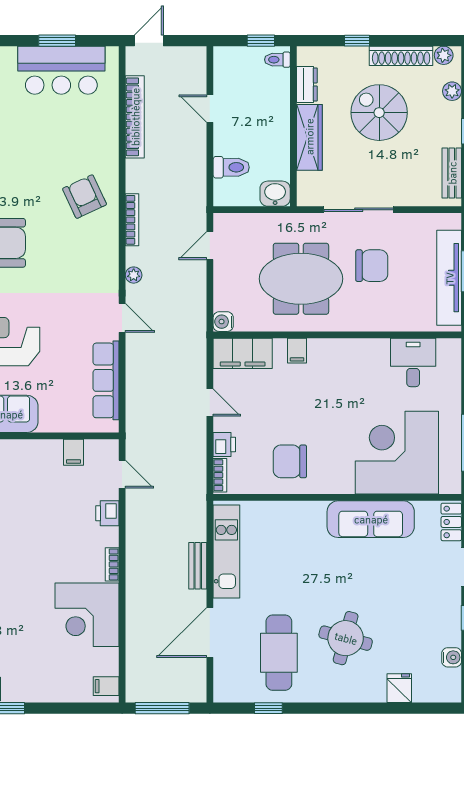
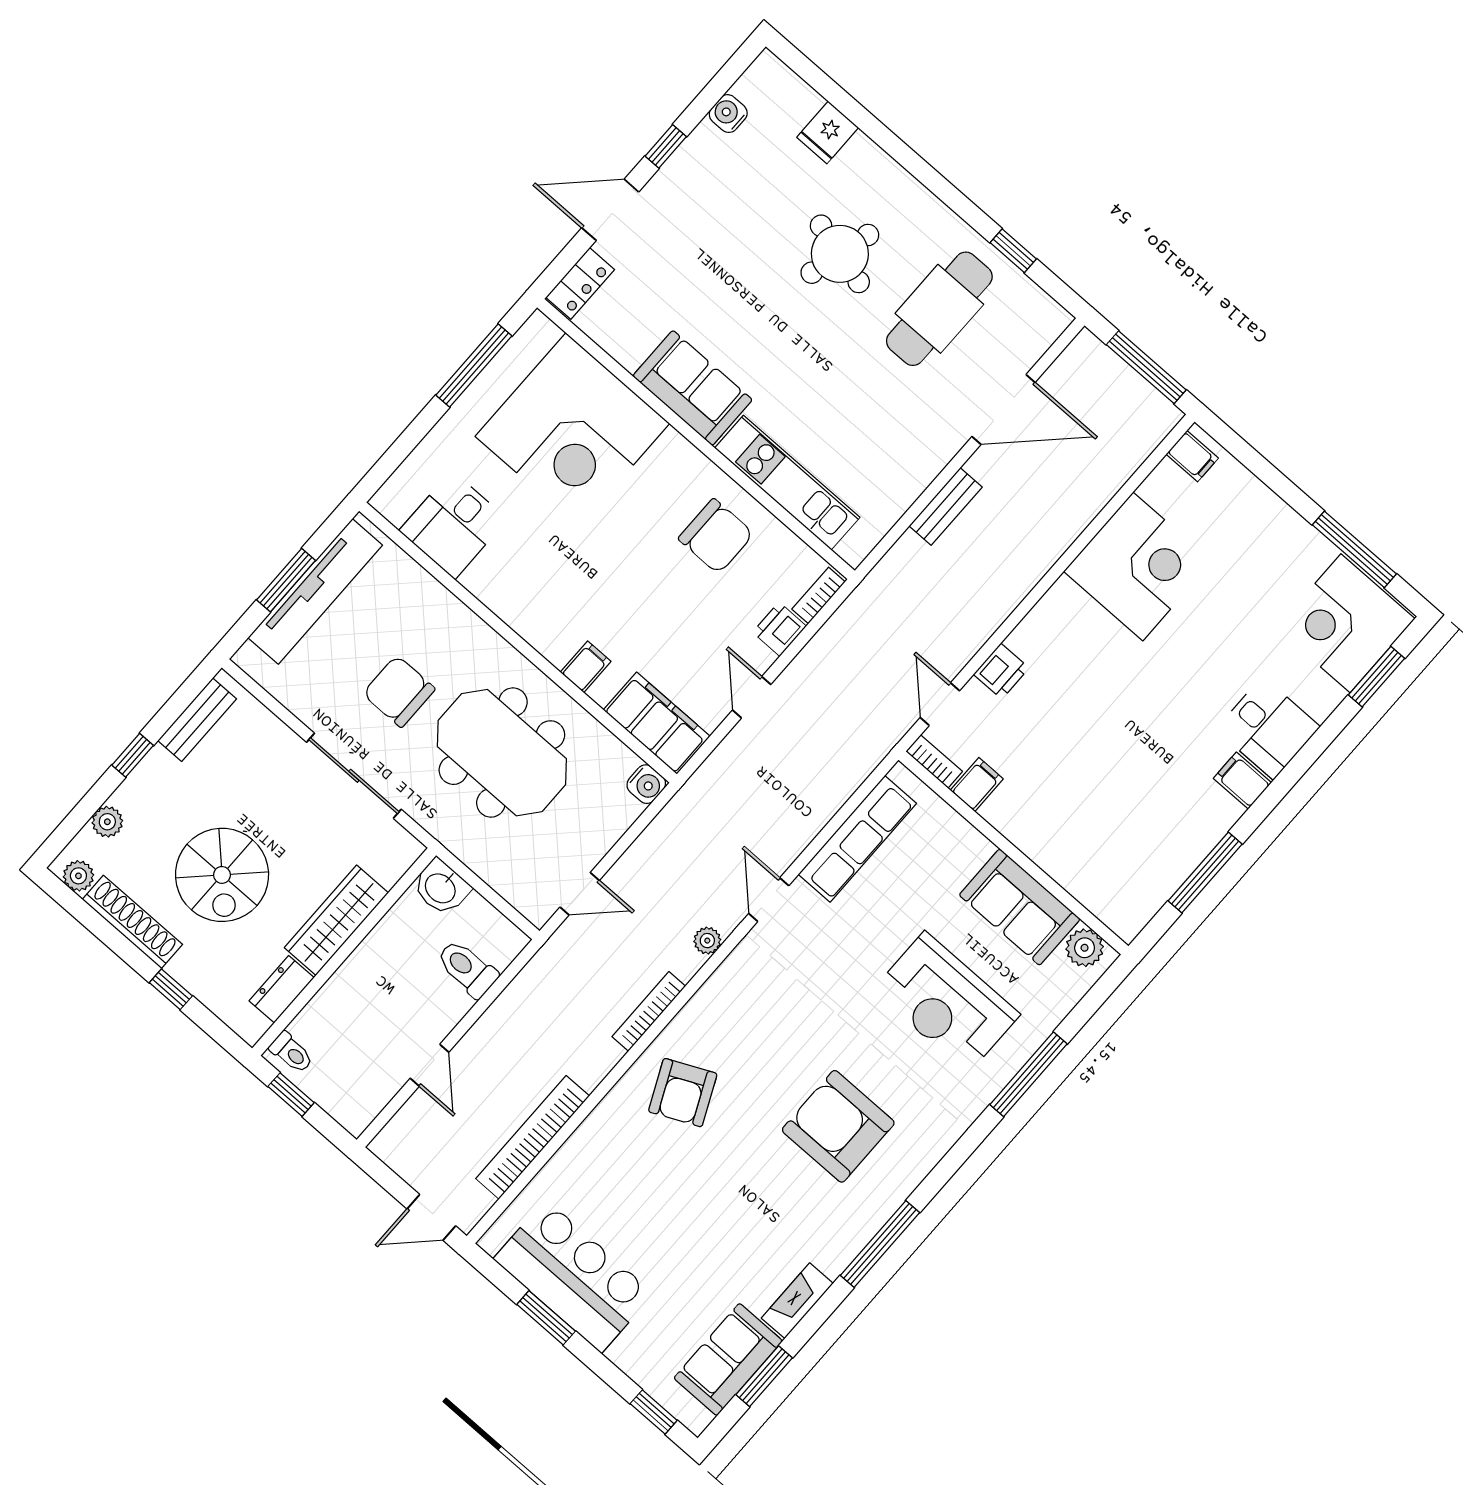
sofa: (371, 519) -> (693, 388), width x0.73
kitchen unit: (226, 551) -> (787, 483), moved, turned 90
bookcase: (112, 564) -> (934, 761), moved, turned -90

